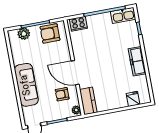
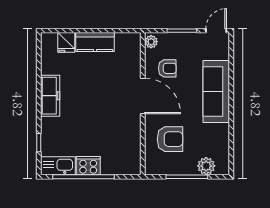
cooker: (78, 24) -> (88, 166), moved
armchair: (50, 33) -> (170, 139), moved
kitchen counter: (88, 101) -> (95, 42), moved, turned -90

